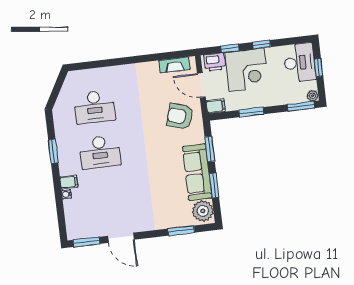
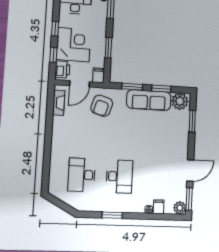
desk: (95, 107) -> (82, 175), turned 180
filing cabinet: (69, 182) -> (159, 207), moved
plant: (74, 232) -> (180, 208), added

